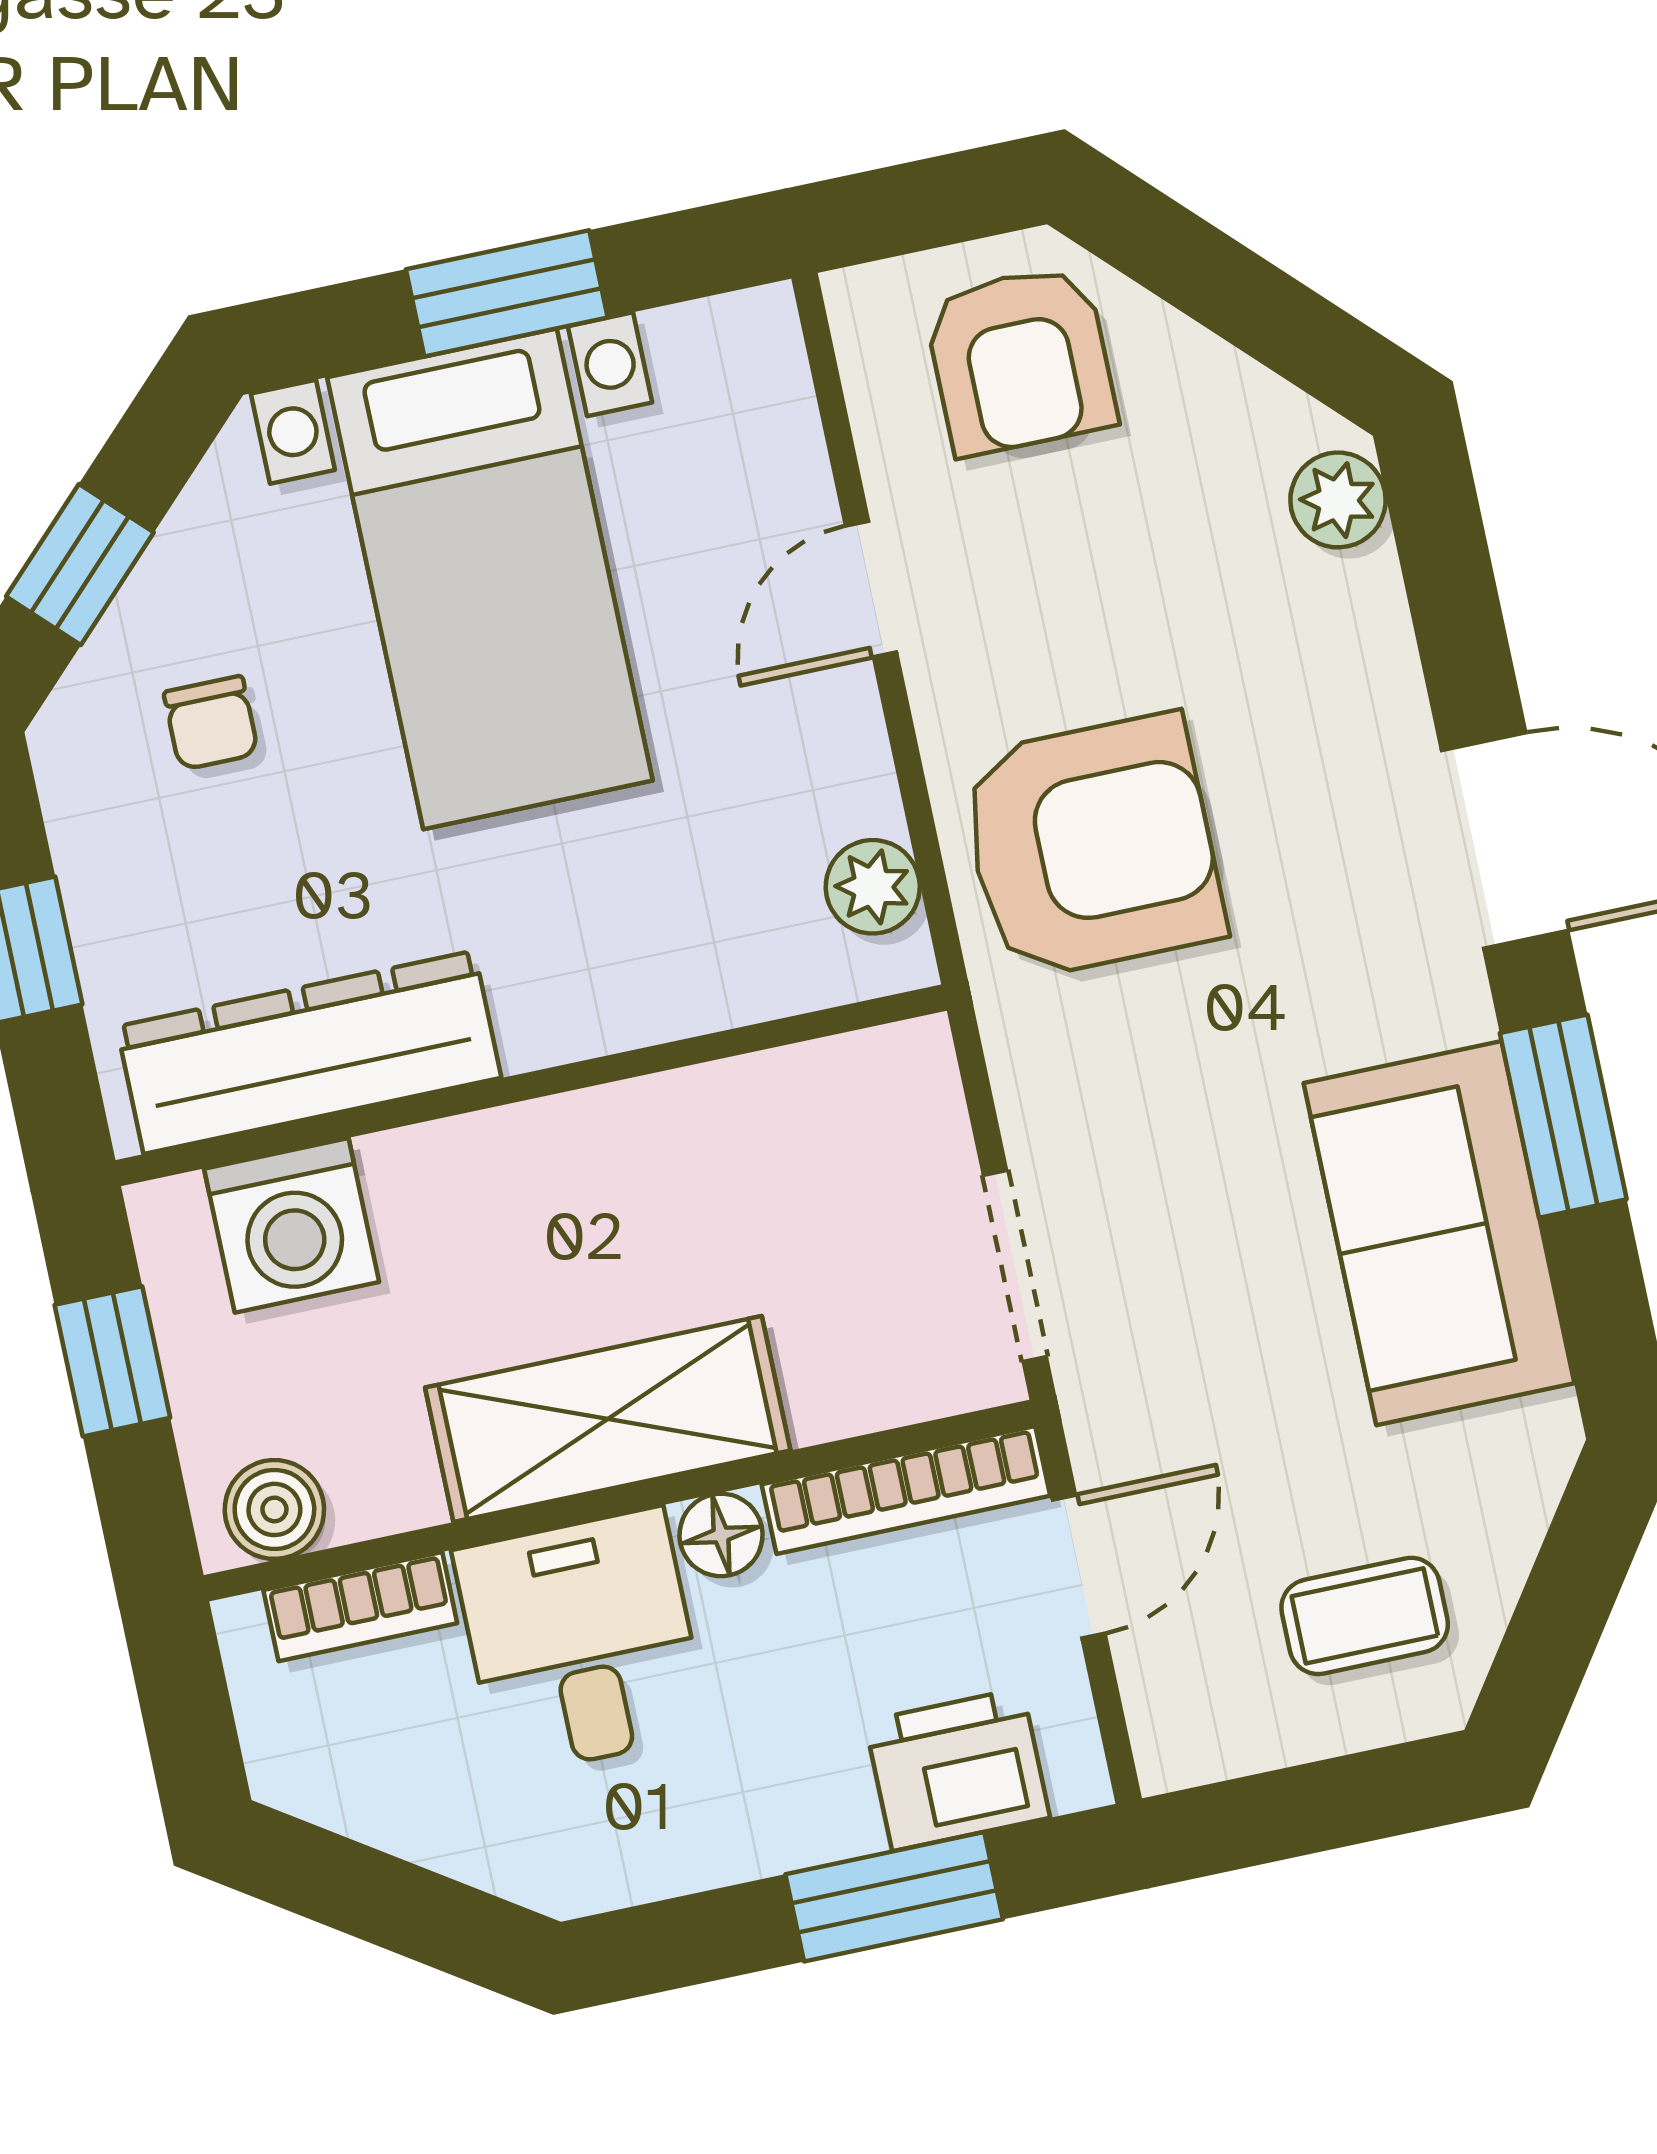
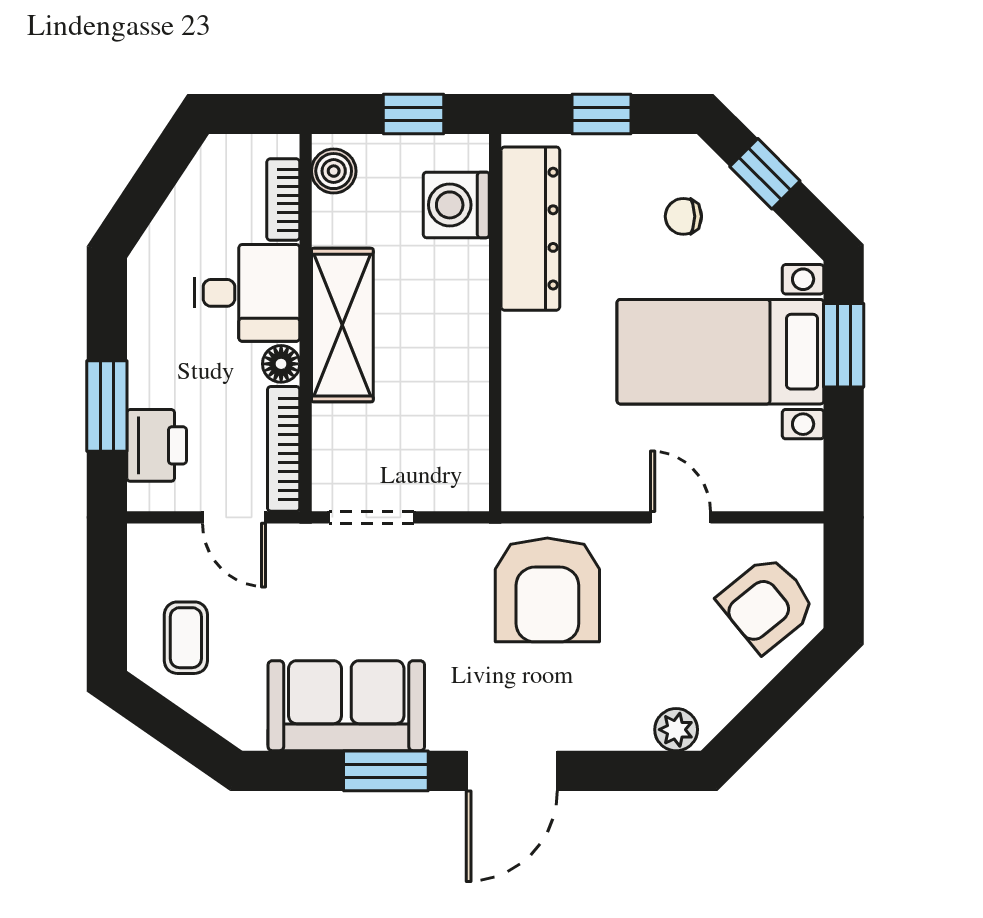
window: (507, 293) -> (844, 345), moved
armchair: (1020, 360) -> (767, 604), turned -39
plant: (873, 887) -> (550, 490), removed

